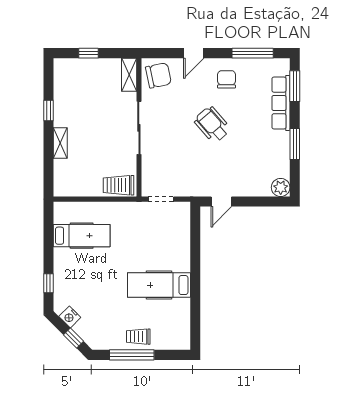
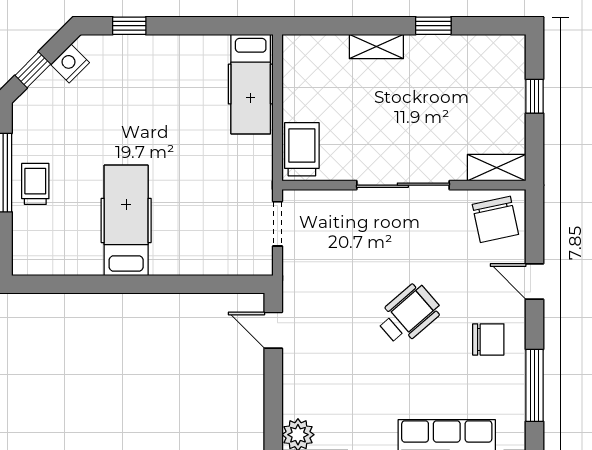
hospital bed: (82, 236) -> (251, 84), moved

